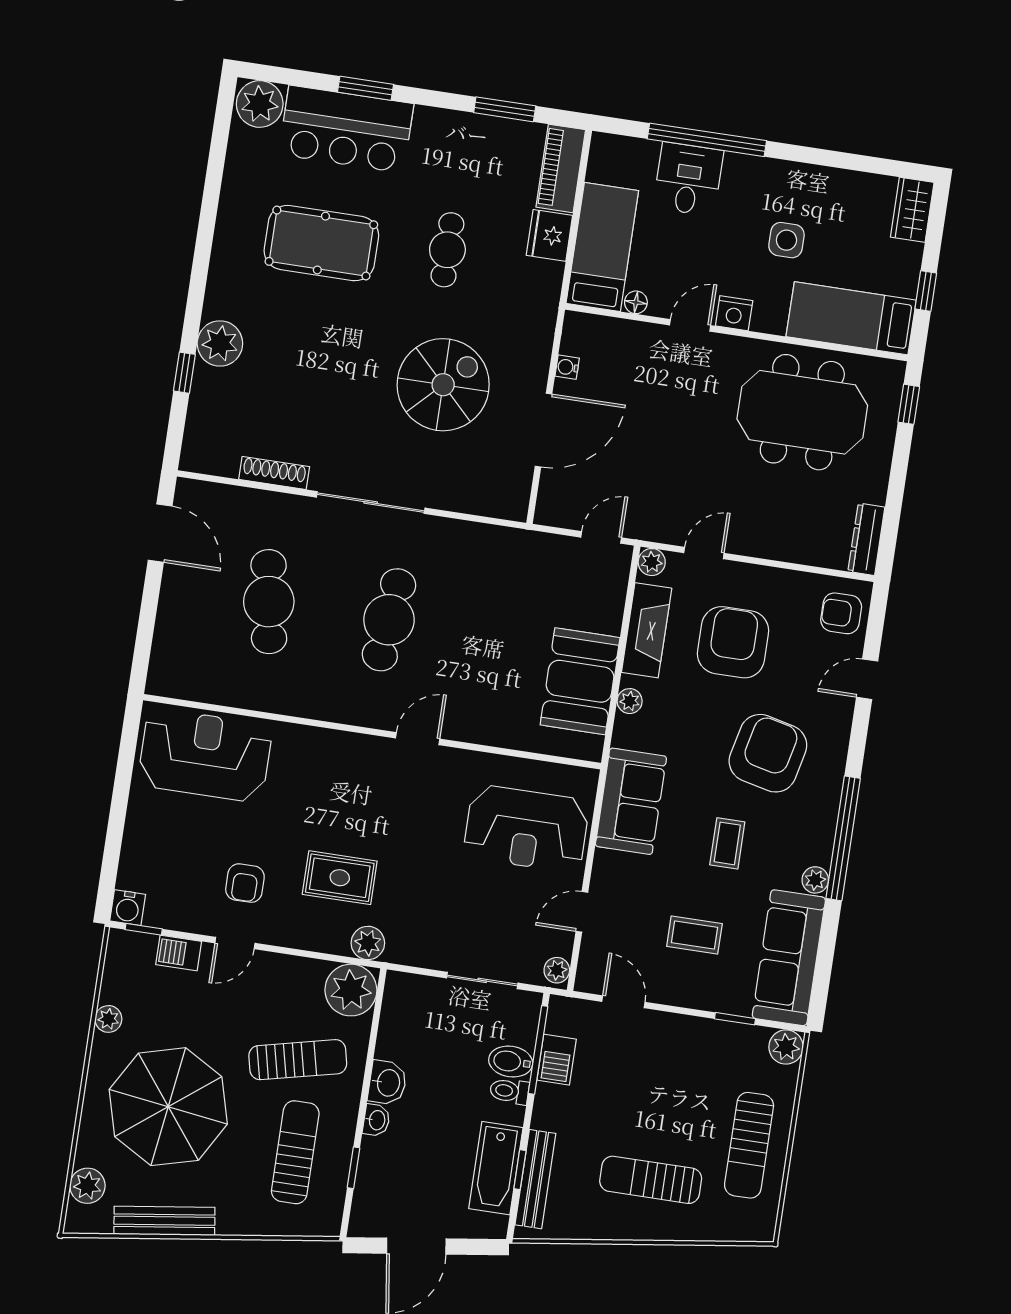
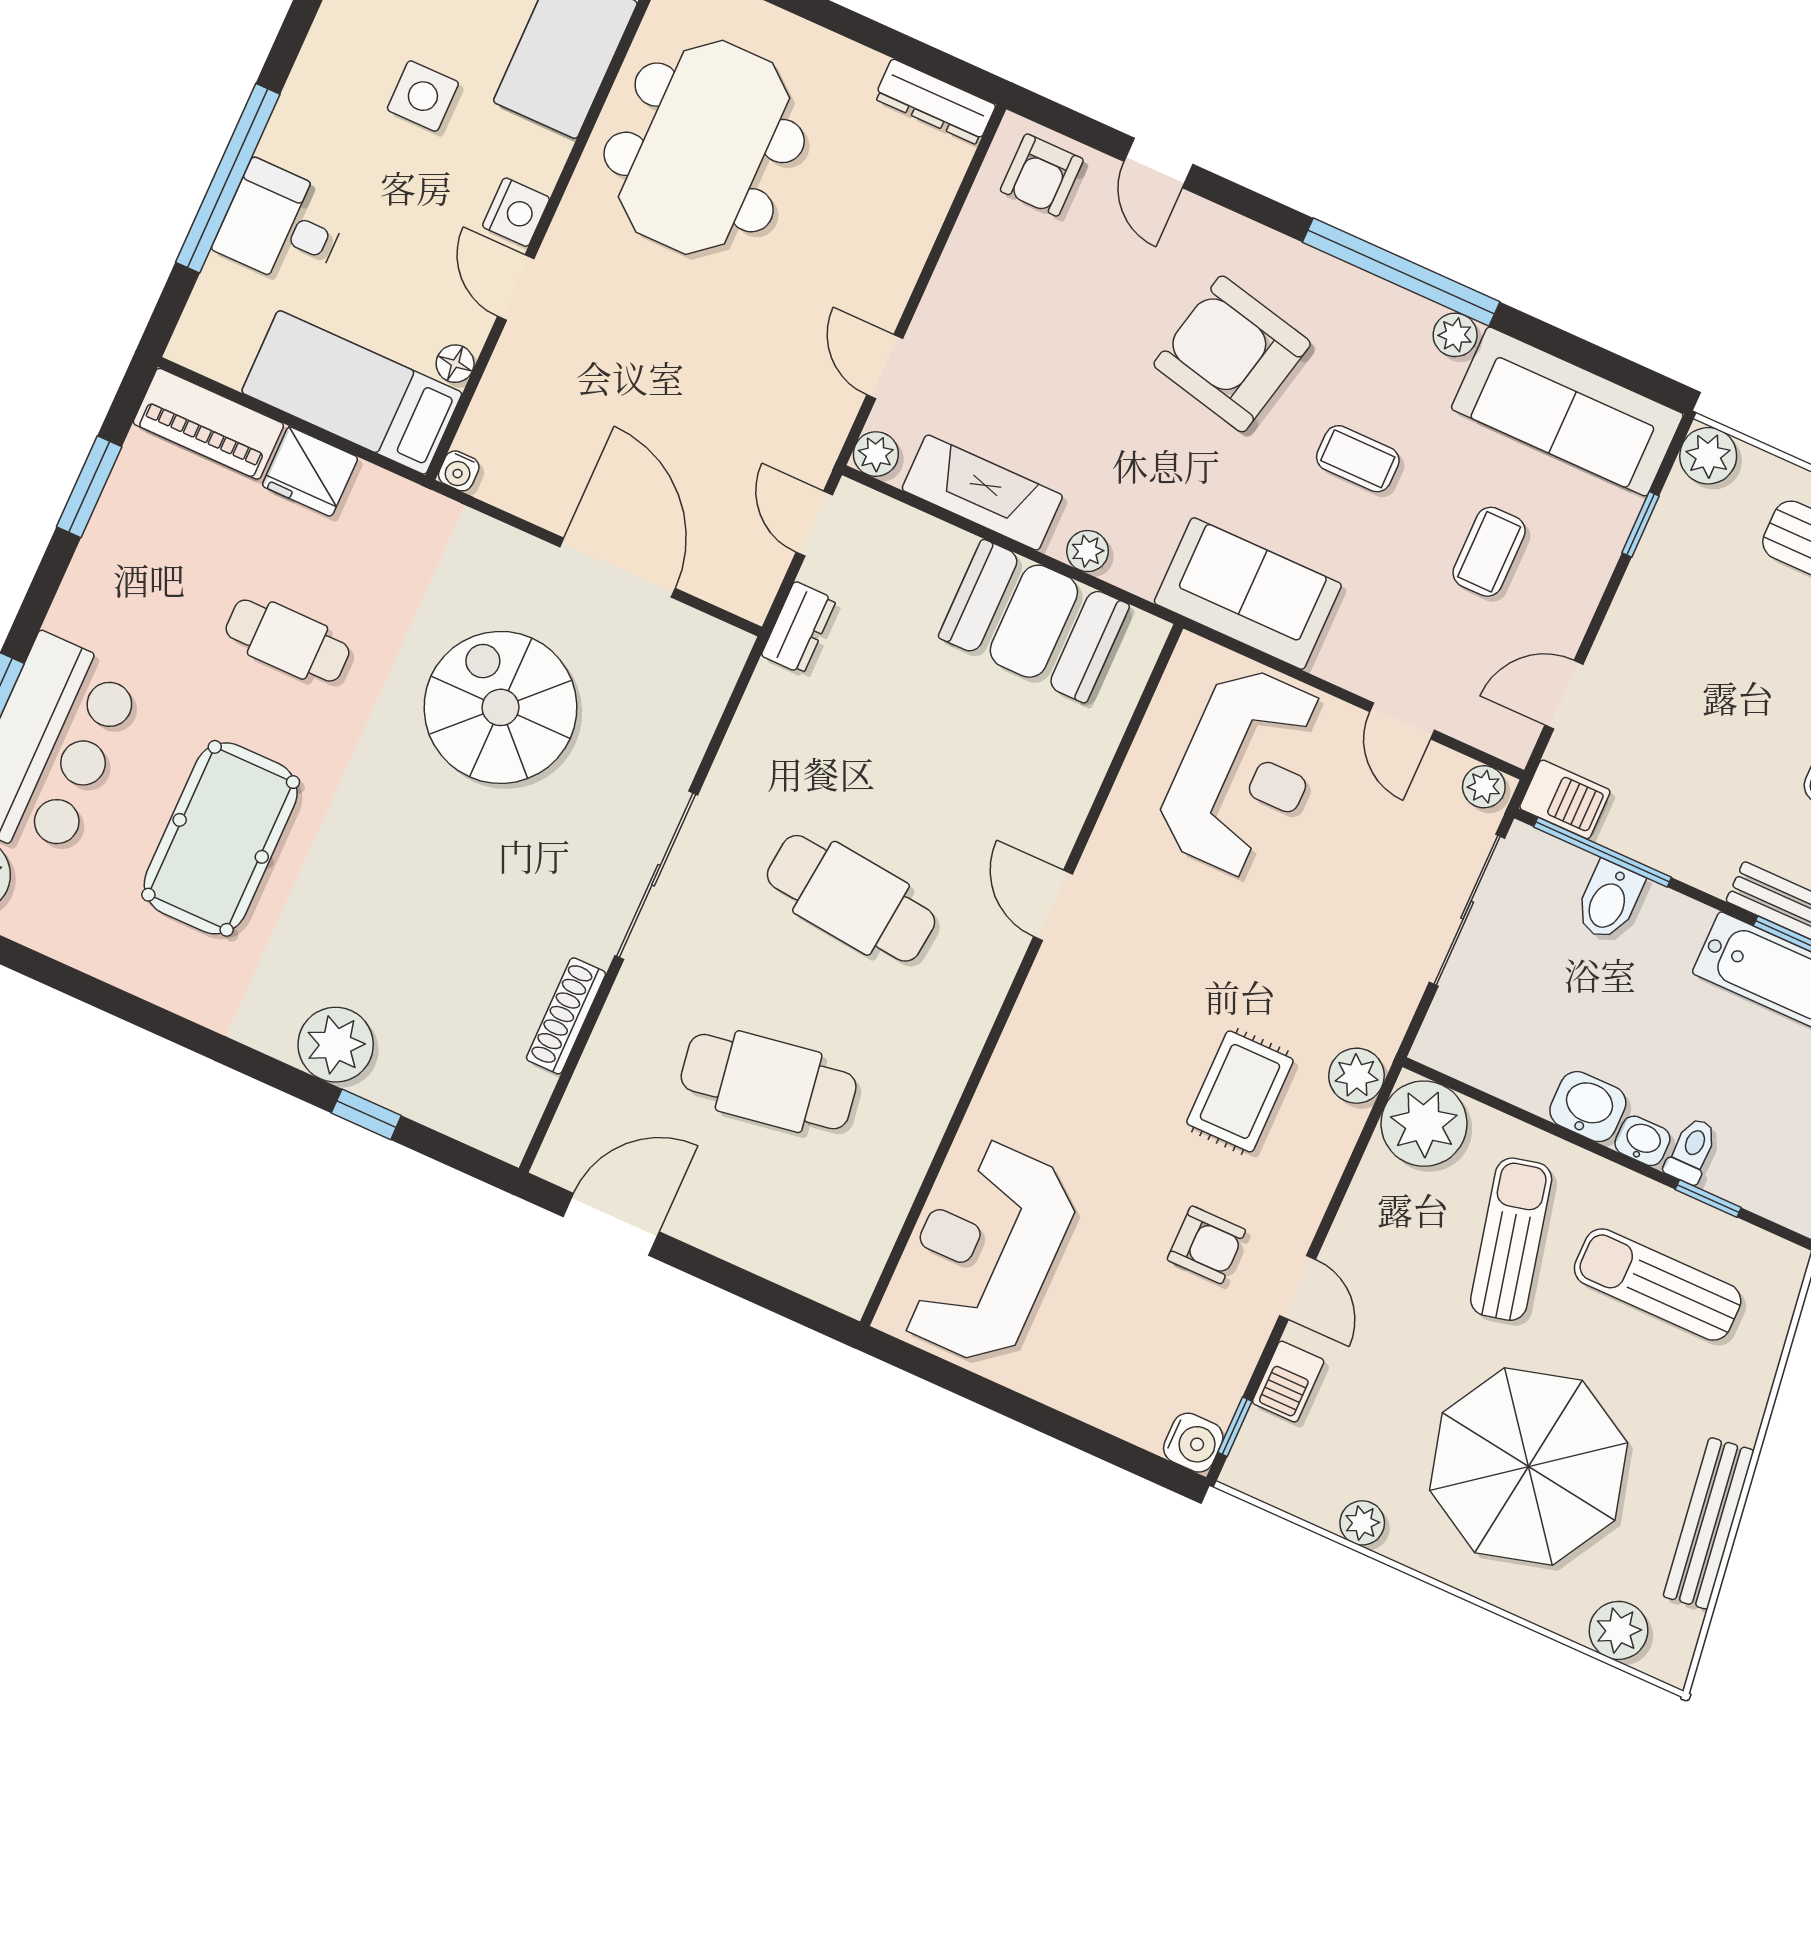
water cooler: (567, 367) -> (459, 471), moved
dresser: (538, 545) -> (799, 628), added
armchair: (733, 642) -> (1040, 360), removed
sliding door: (482, 980) -> (1467, 910), width x1.37
barbecue: (557, 1060) -> (1565, 799), moved
toilet: (509, 1091) -> (1691, 1151), moved, turned 180

